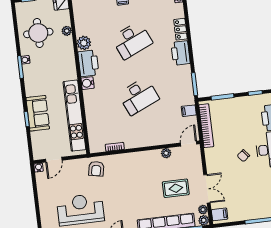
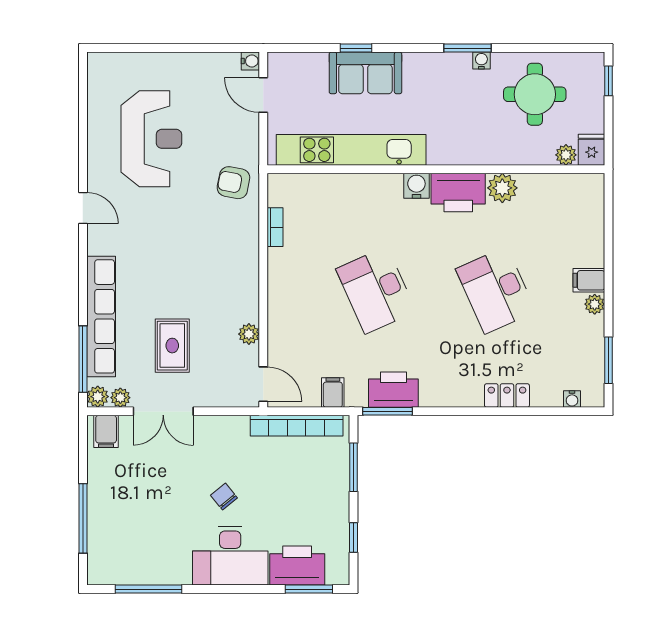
plant: (67, 31) -> (566, 155), moved
printer: (181, 53) -> (393, 390), moved

